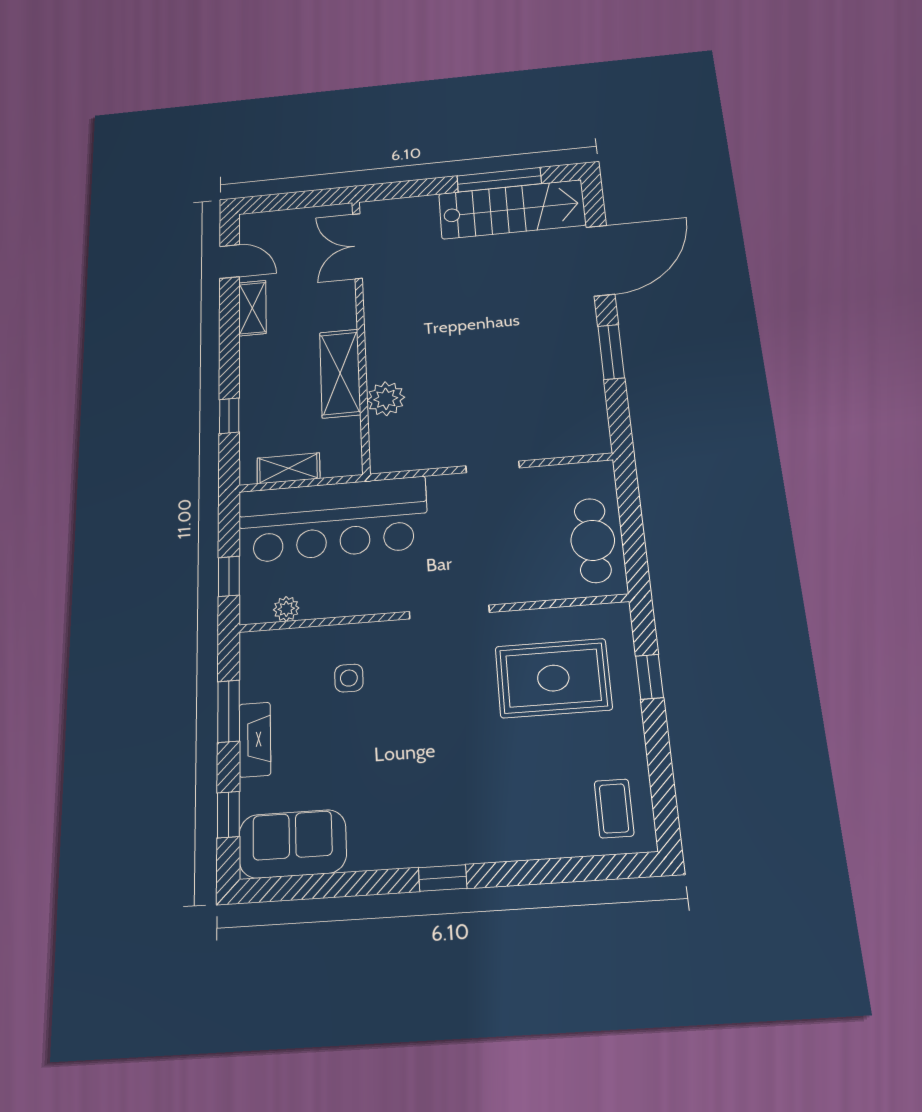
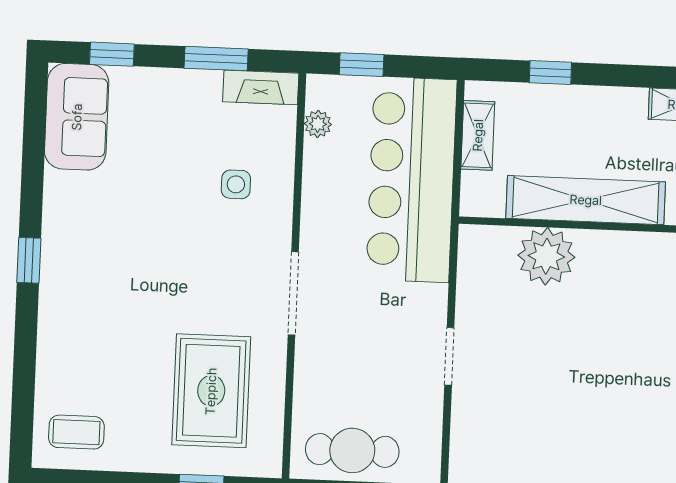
shelving: (340, 373) -> (586, 200), width x1.47
plant: (386, 399) -> (546, 256), width x1.36, depth x1.36
fireplace: (255, 739) -> (261, 87), moved

